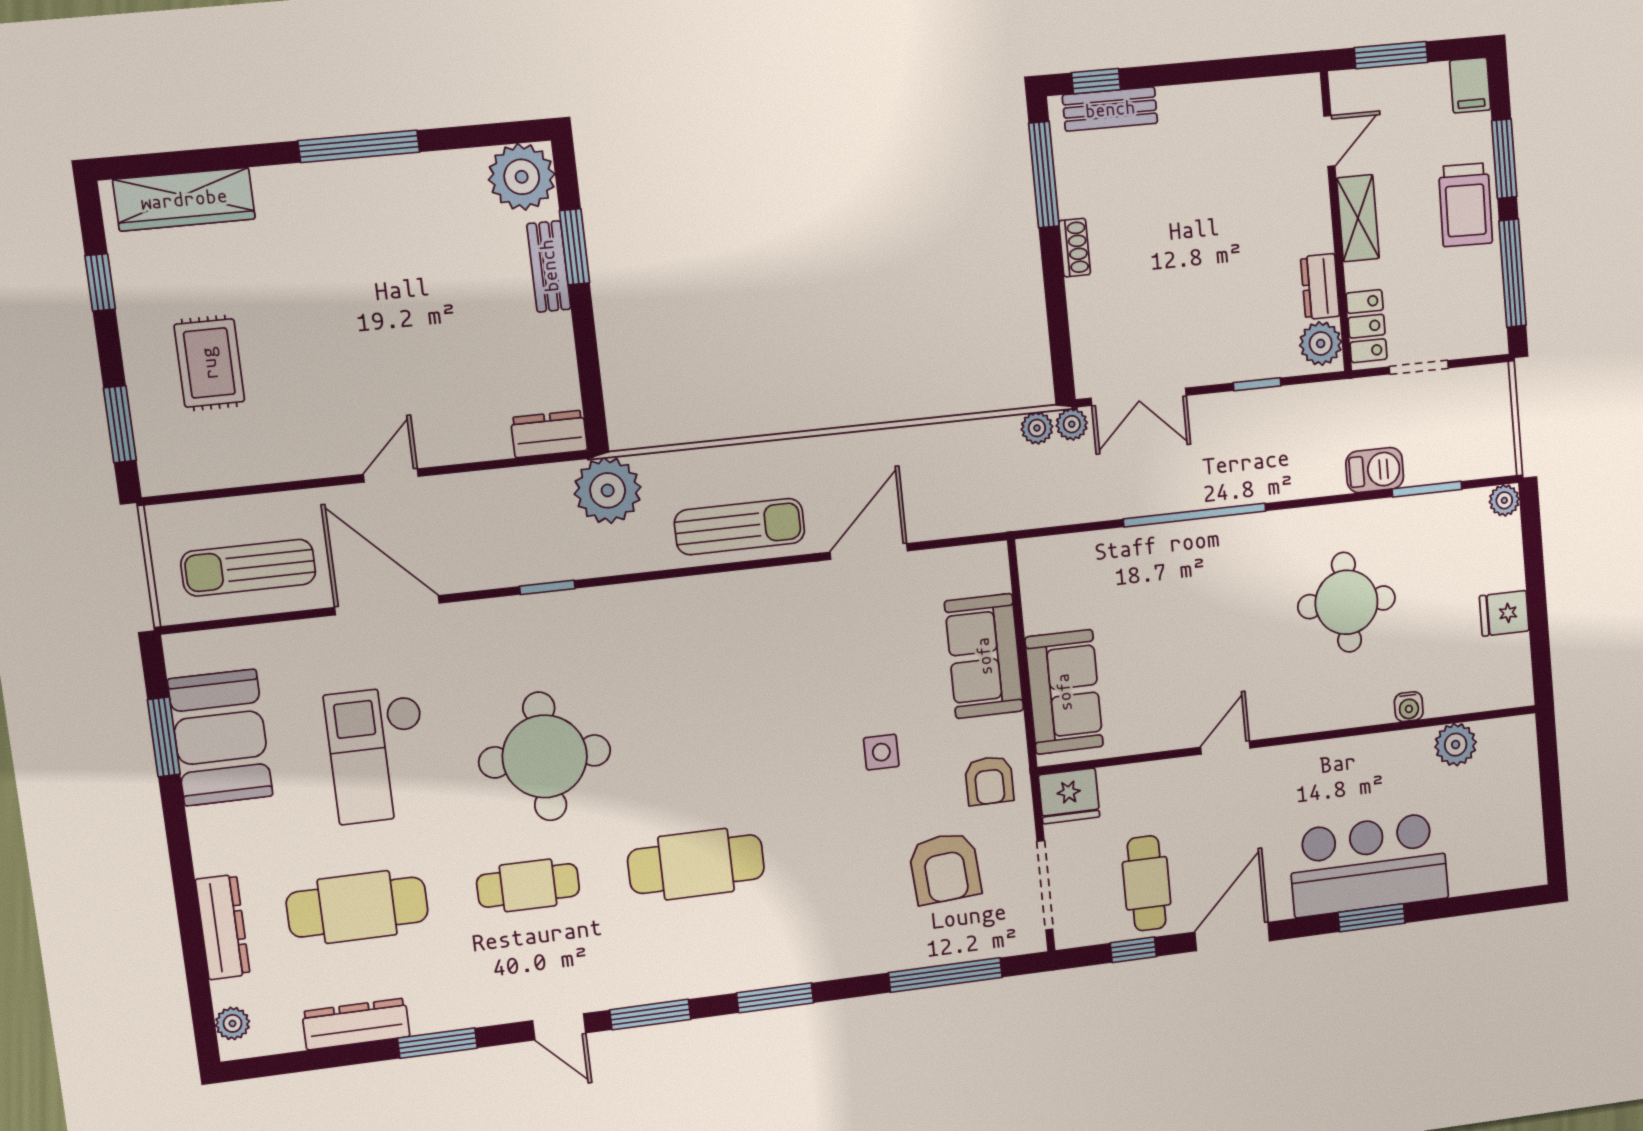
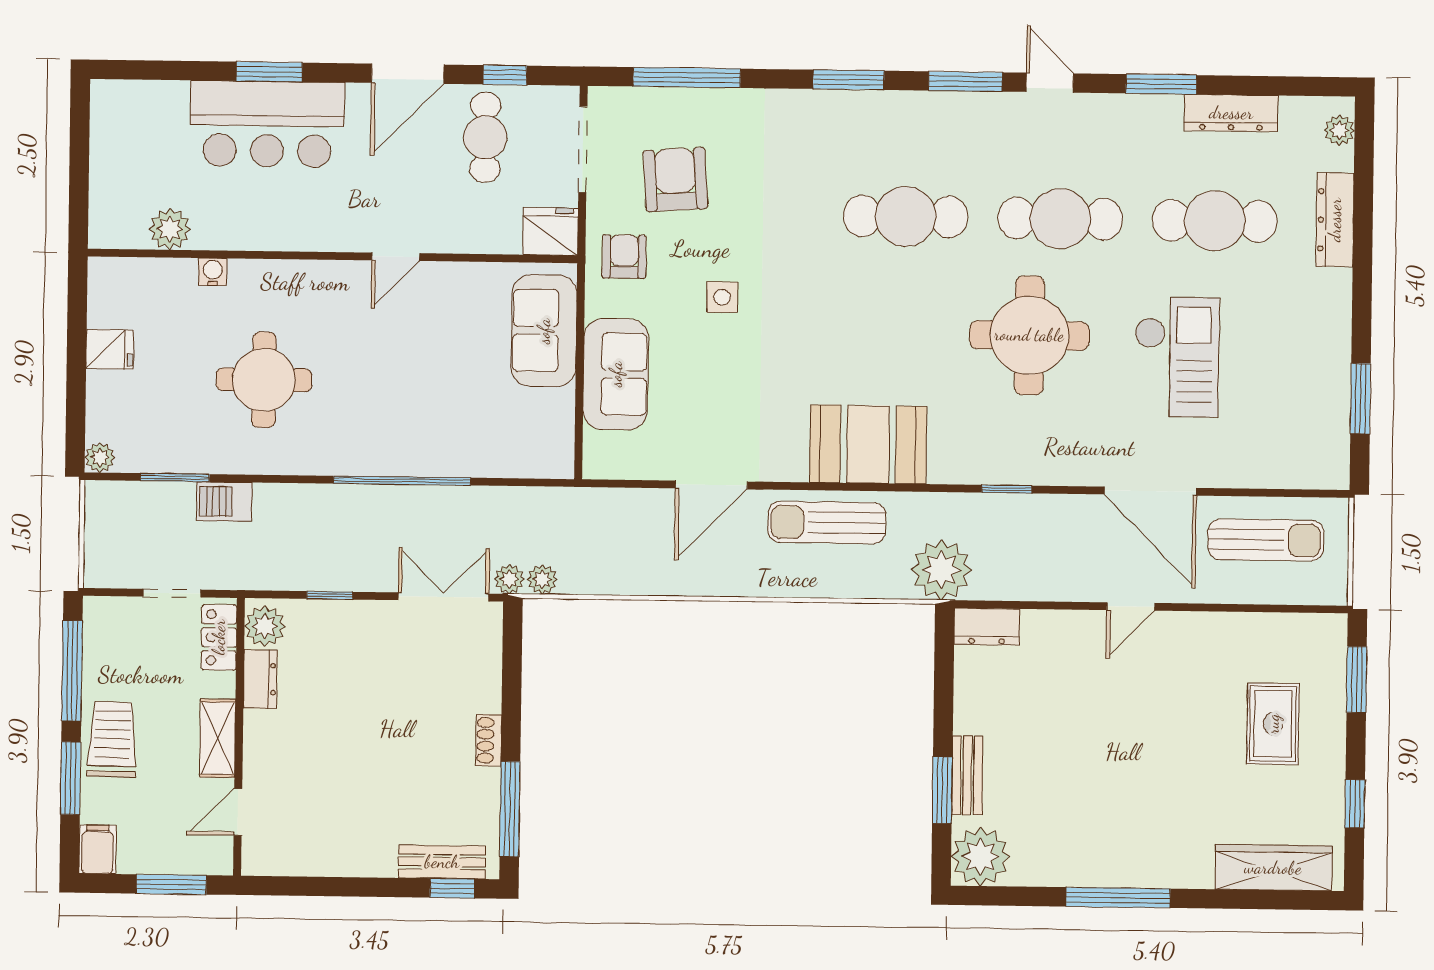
booth: (220, 738) -> (868, 444), moved, turned 90
cafe table: (528, 885) -> (1060, 219), width x1.37, depth x1.35

